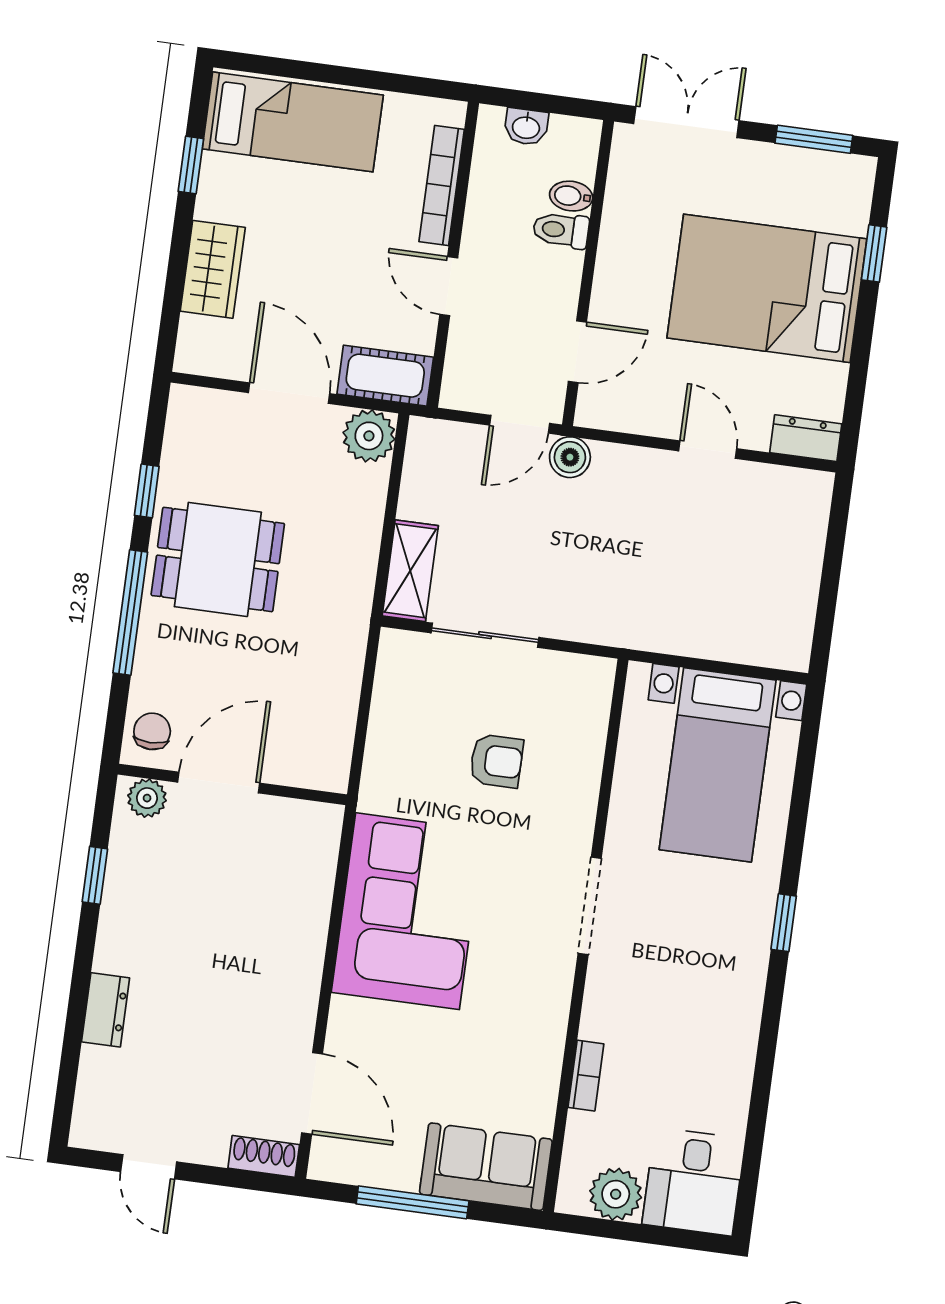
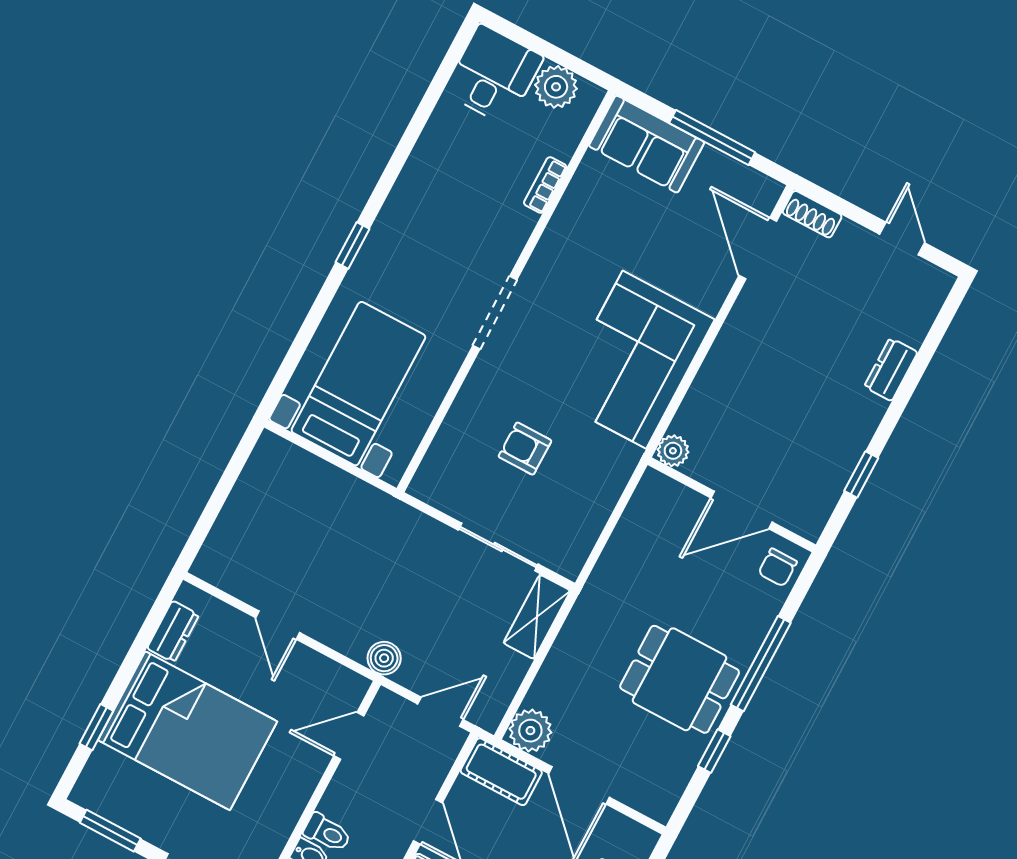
door: (520, 424) -> (440, 712), moved
dresser: (806, 438) -> (173, 632), moved, turned -90
plant: (147, 798) -> (673, 451), moved

